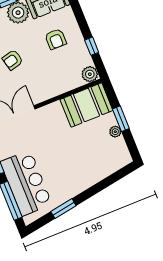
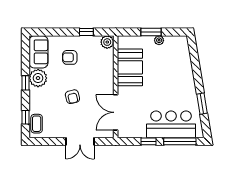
armchair: (56, 39) -> (70, 57), turned 180
booth: (86, 105) -> (130, 67), moved

